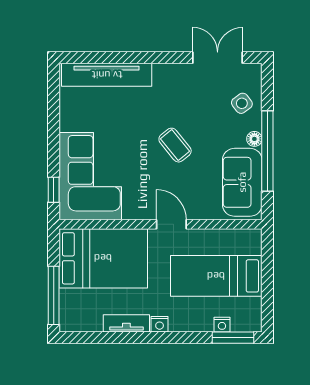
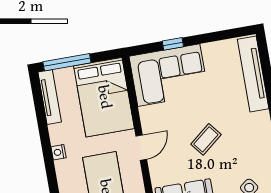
window: (54, 190) -> (173, 44), moved
tv unit: (126, 323) -> (50, 97), moved, width x1.41

